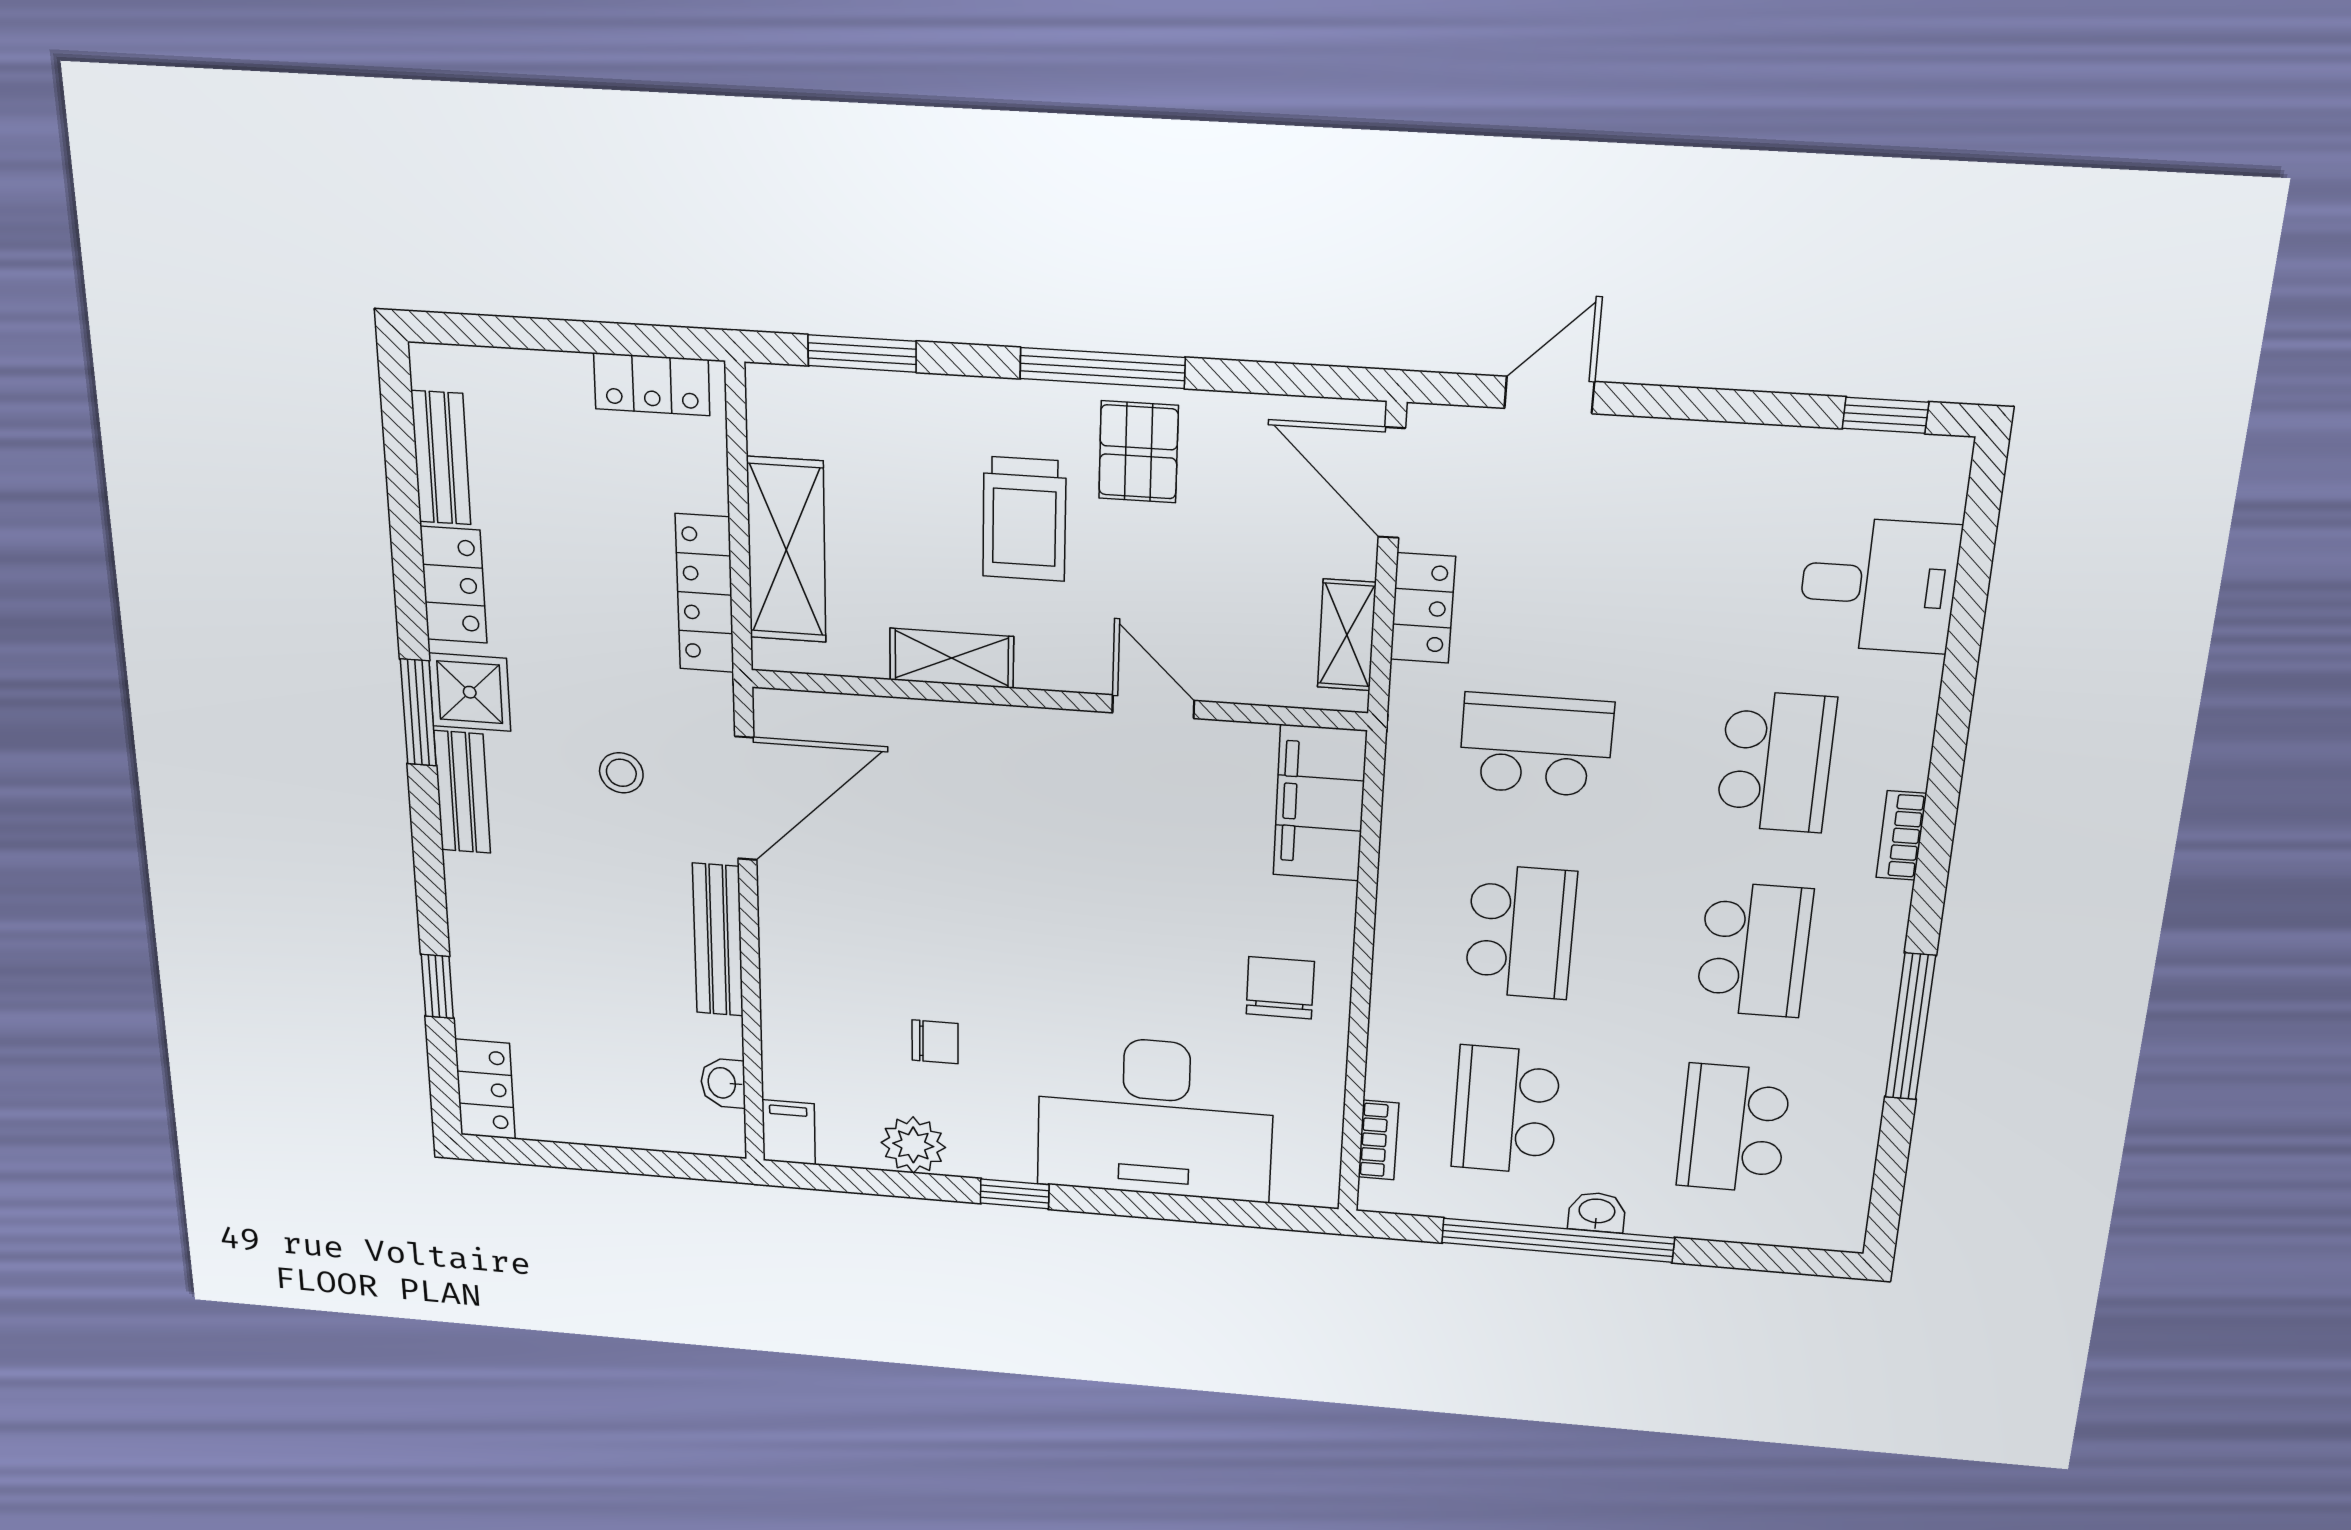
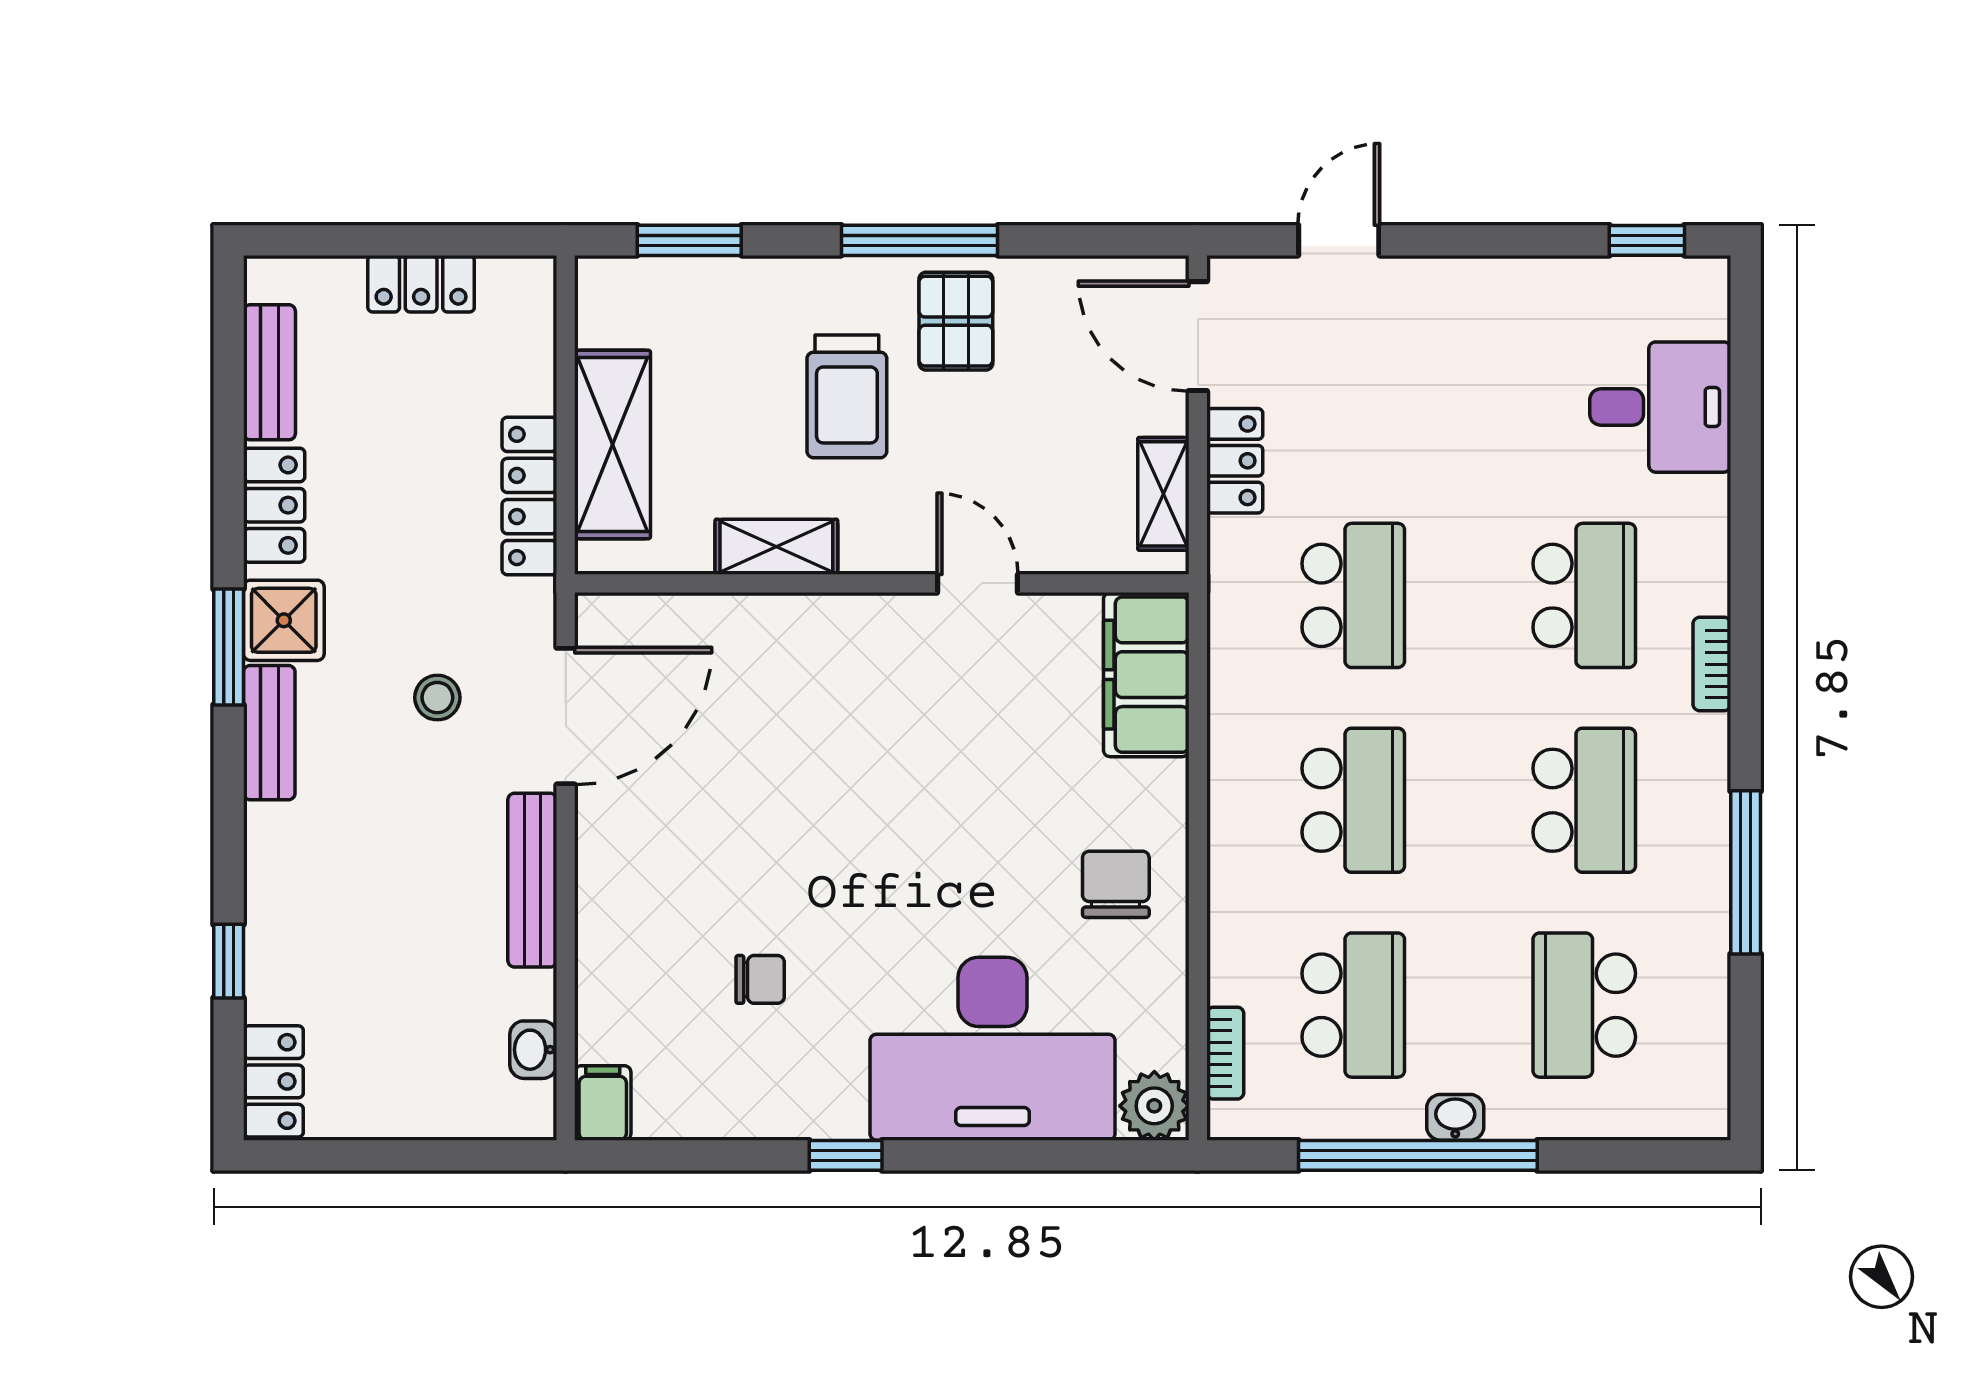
locker: (652, 384) -> (421, 284), moved
school desk: (1536, 745) -> (1353, 595), turned 90
school desk: (1506, 1110) -> (1353, 1005), turned 180
plant: (913, 1145) -> (1154, 1106), moved

